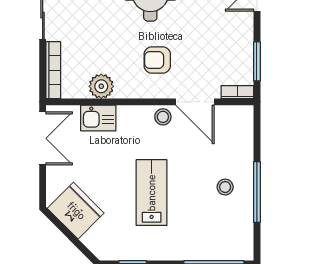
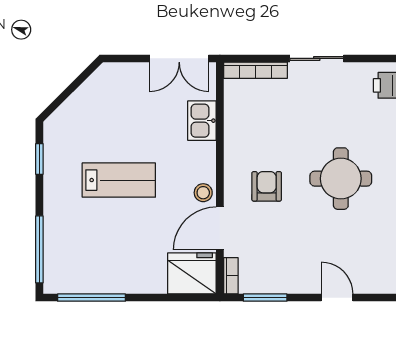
plant: (101, 86) -> (237, 124), removed
stool: (225, 187) -> (125, 262), removed
window: (257, 192) -> (91, 298), moved
fridge: (76, 211) -> (192, 273), moved, turned -135

